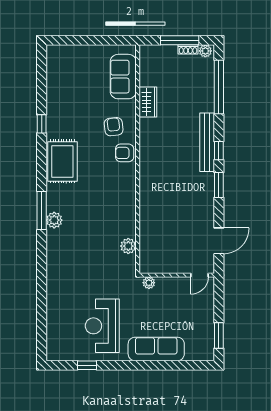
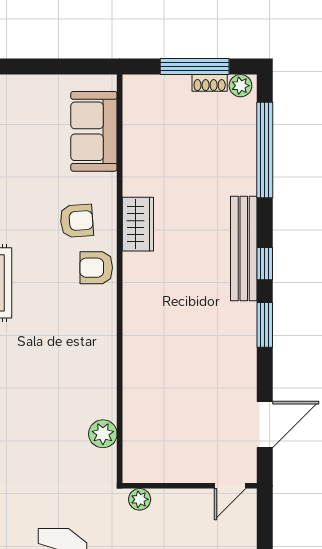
wardrobe: (148, 102) -> (138, 224), moved
armchair: (114, 127) -> (77, 221), turned 92

